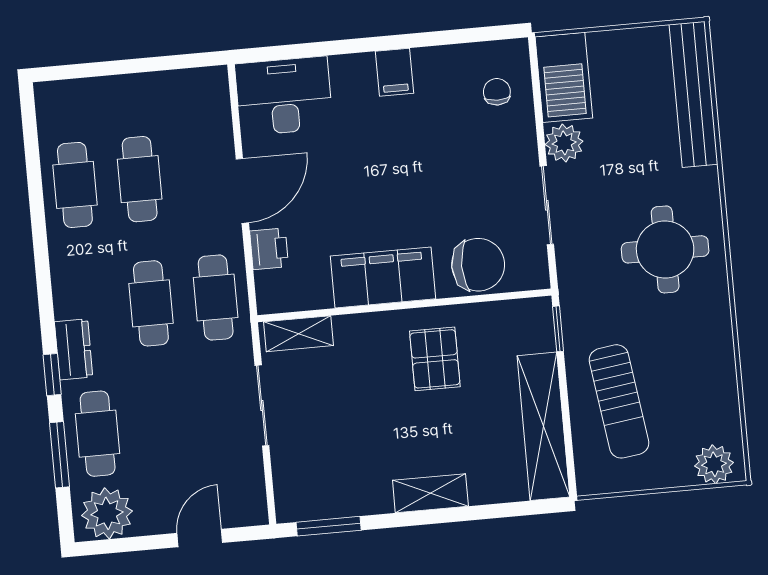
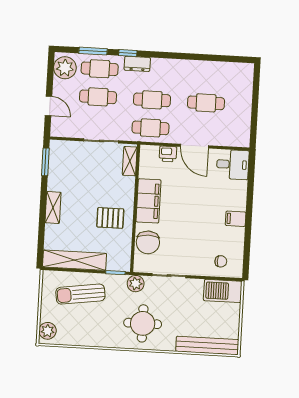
desk: (284, 96) -> (233, 164), width x0.73
plant: (564, 143) -> (136, 284), moved
cafe table: (75, 185) -> (98, 97), moved

